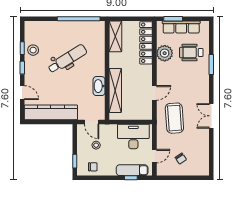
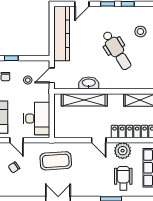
stool: (33, 50) -> (140, 31), moved
door: (154, 93) -> (99, 140), moved

